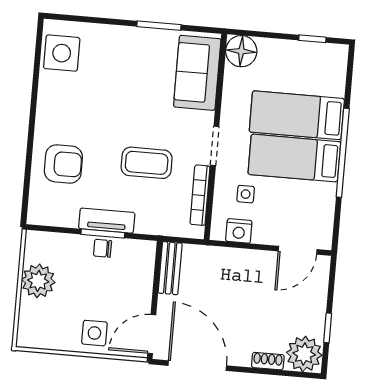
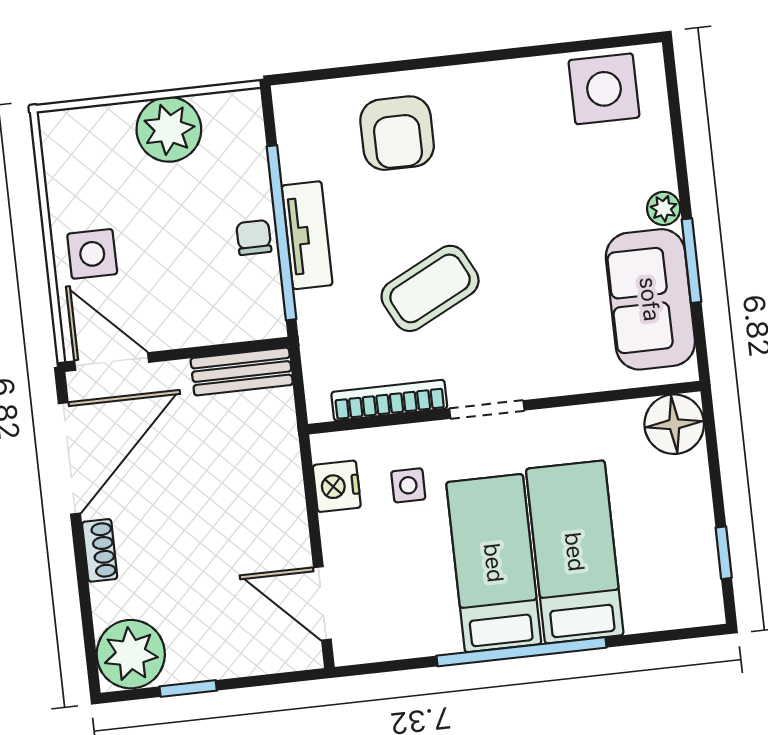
plant: (129, 35) -> (664, 208), added
sofa: (197, 73) -> (650, 299), moved, turned -90
coffee table: (147, 163) -> (430, 288), turned 63
window: (103, 234) -> (281, 233), width x2.11
shoe rack: (268, 361) -> (100, 550), moved

